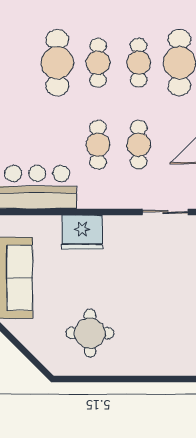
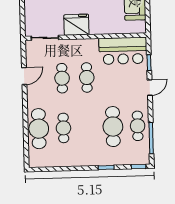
cafe table: (98, 63) -> (138, 126), moved
fridge: (82, 232) -> (76, 25), moved

